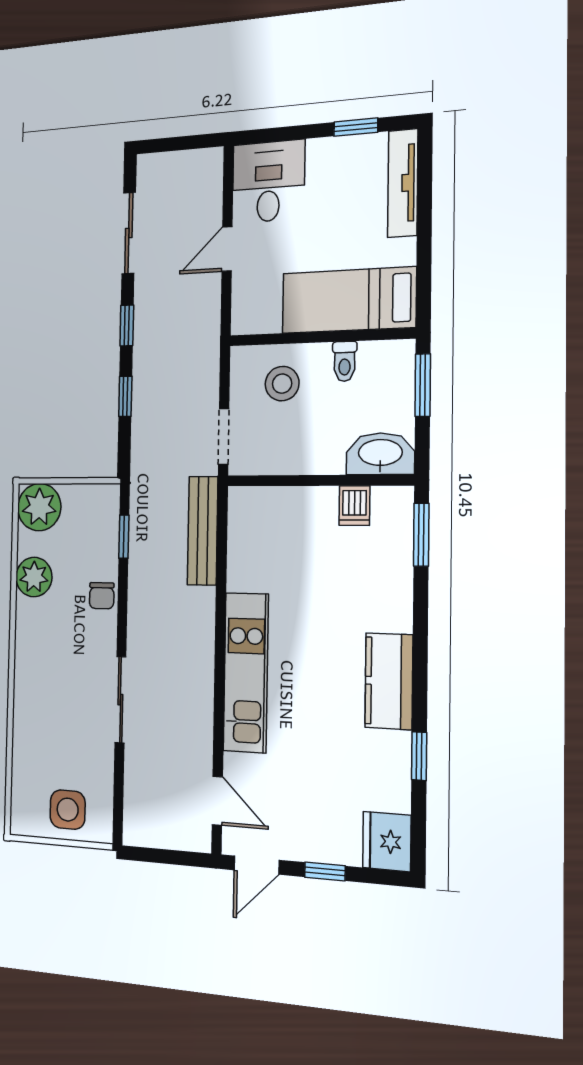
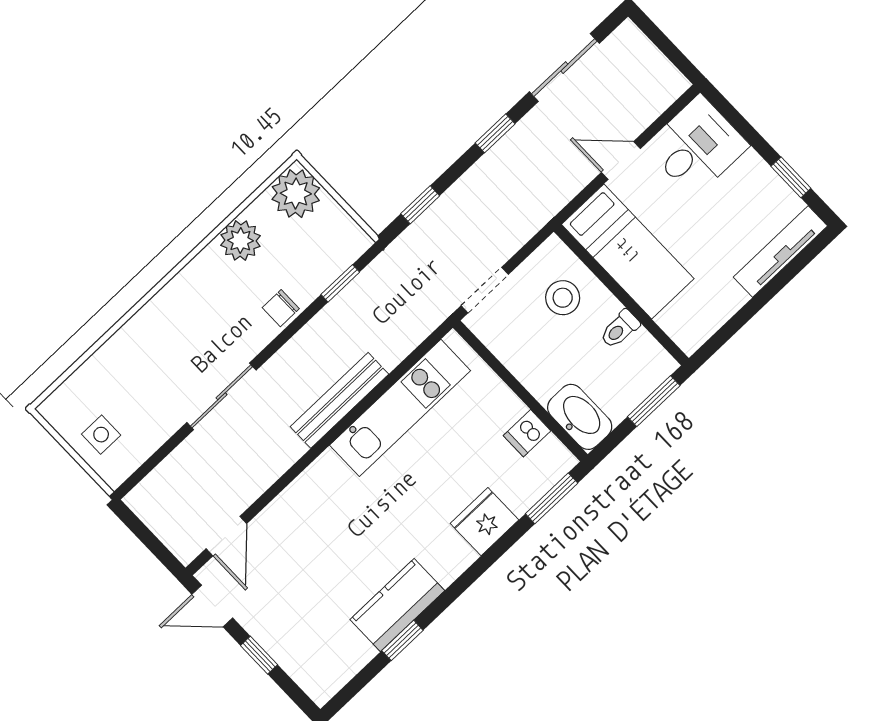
bed: (349, 300) -> (628, 251), moved, turned 180
window: (125, 396) -> (420, 205), moved
bench: (203, 531) -> (339, 400), moved
kitchen unit: (246, 672) -> (400, 408), moved
kitchen counter: (389, 681) -> (397, 605), moved
side table: (68, 810) -> (101, 435), width x0.73, depth x0.73
fridge: (387, 841) -> (484, 522), moved

